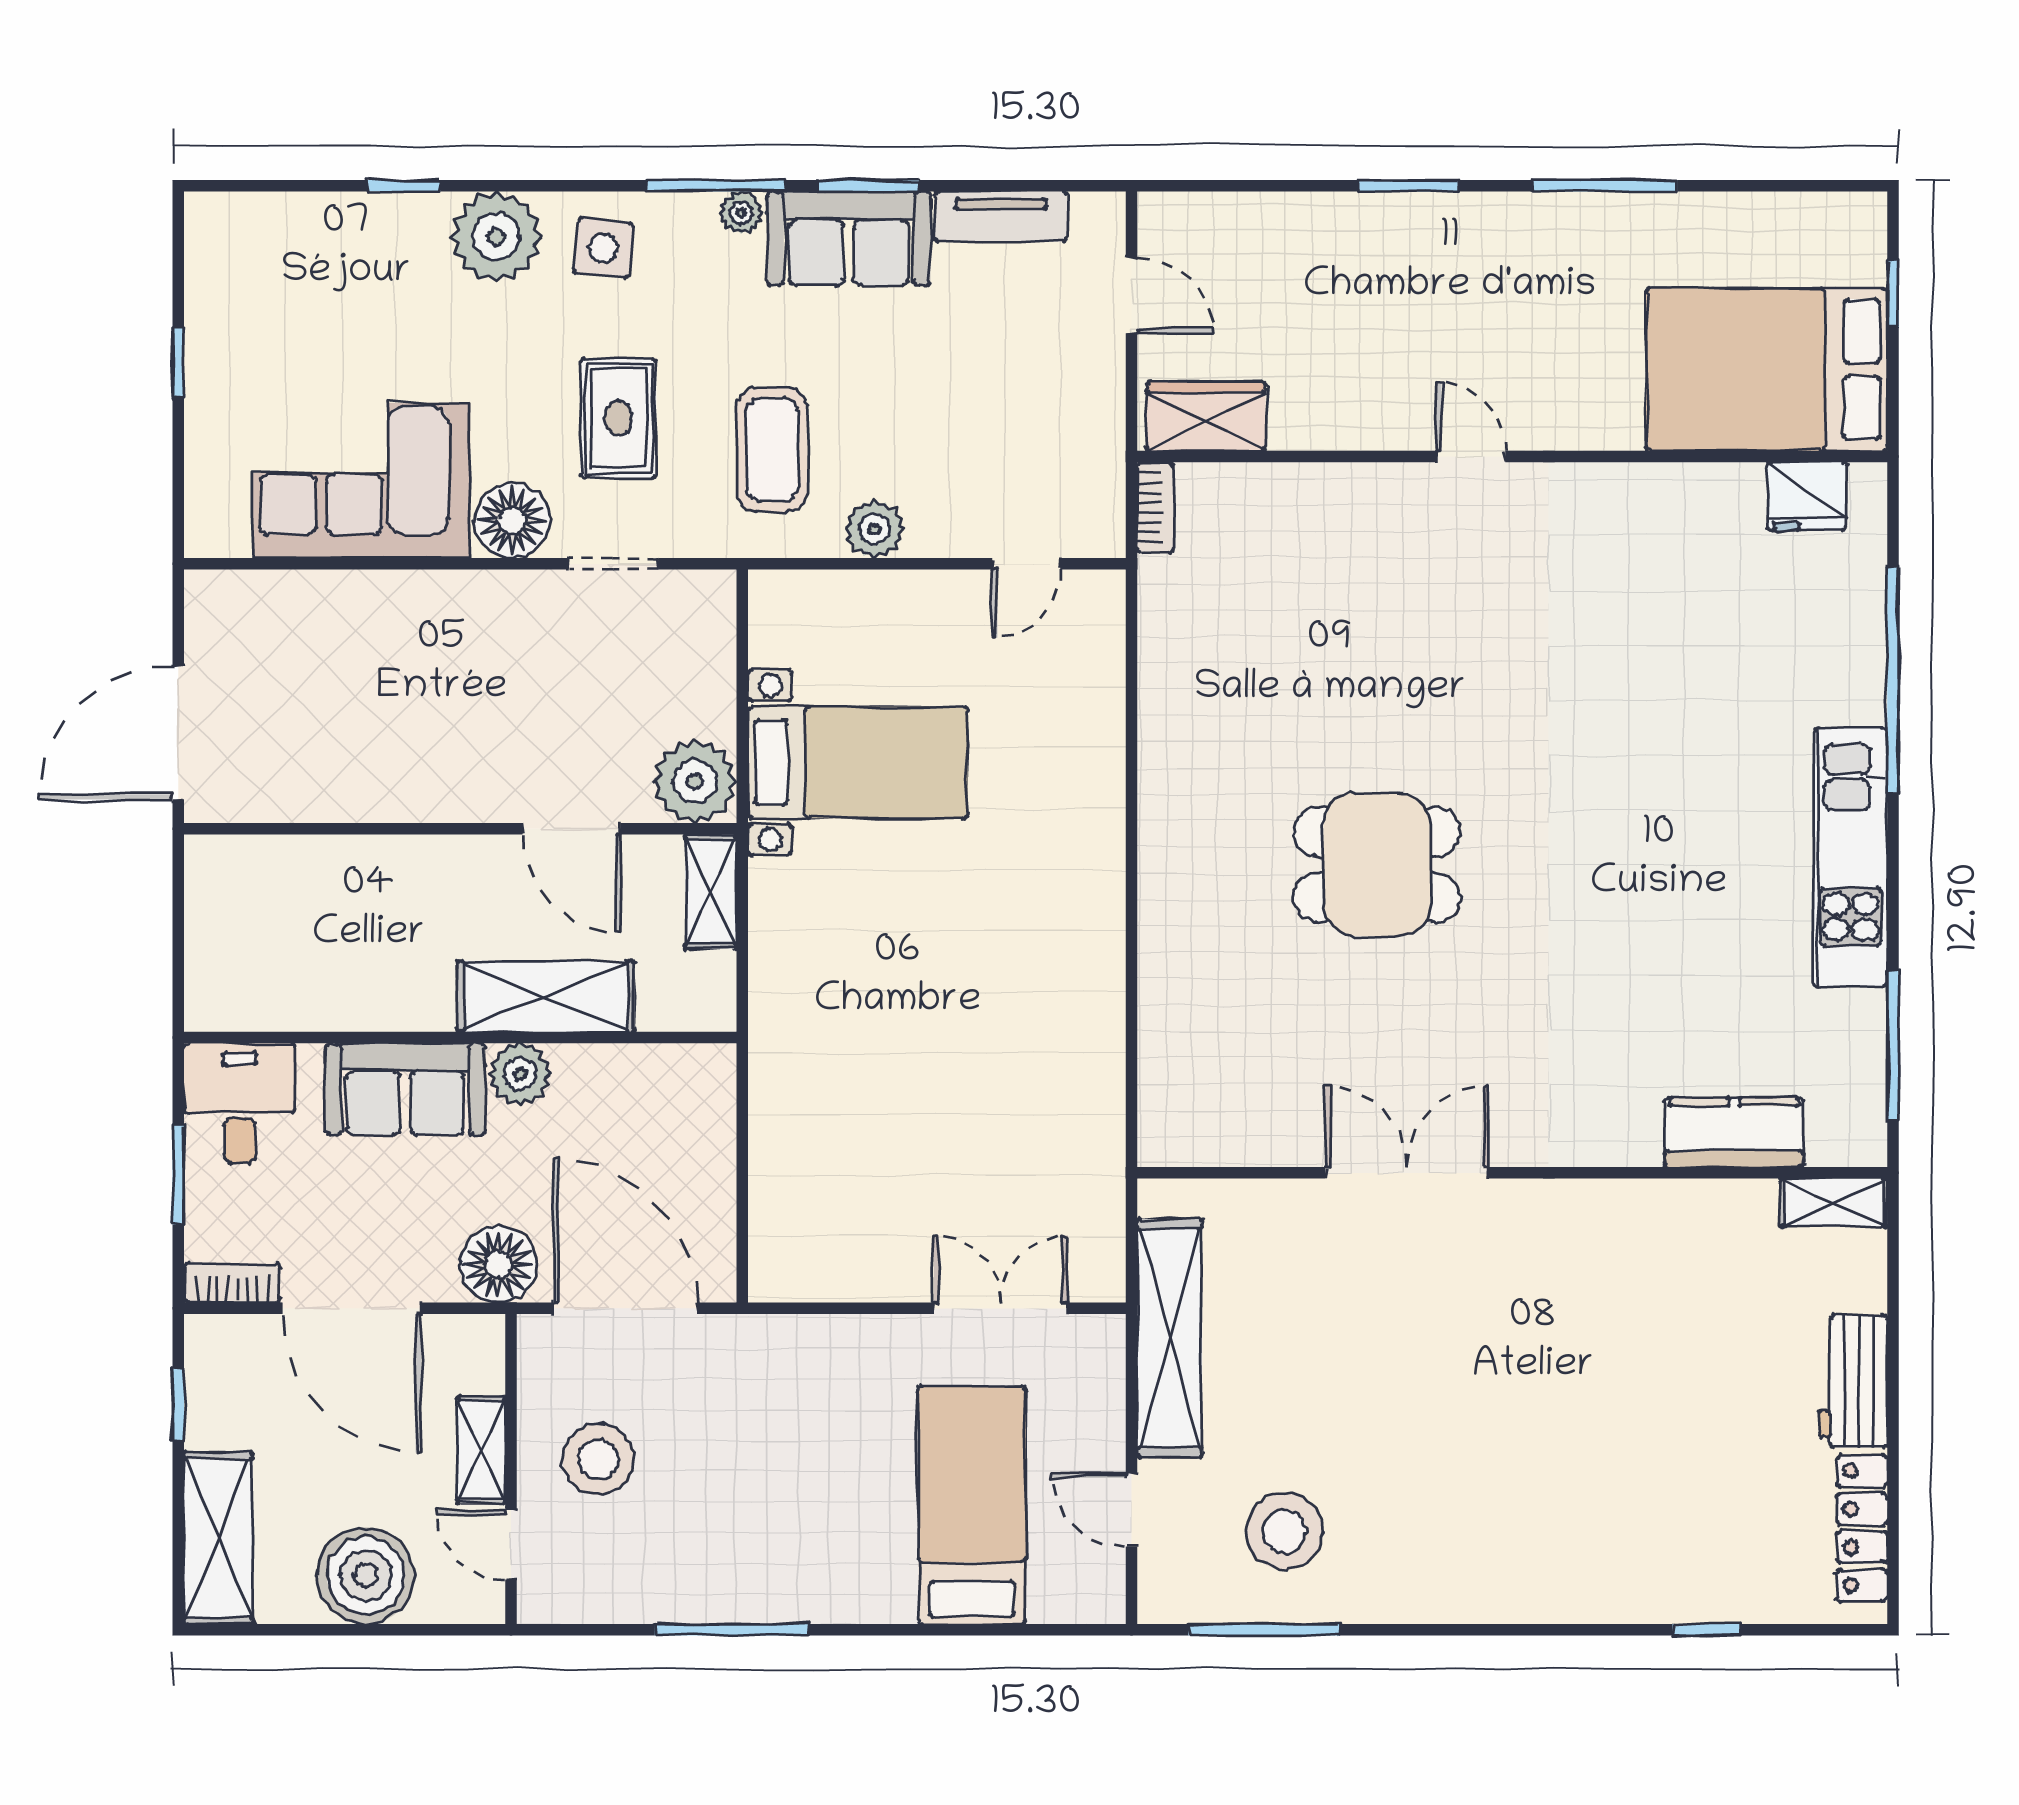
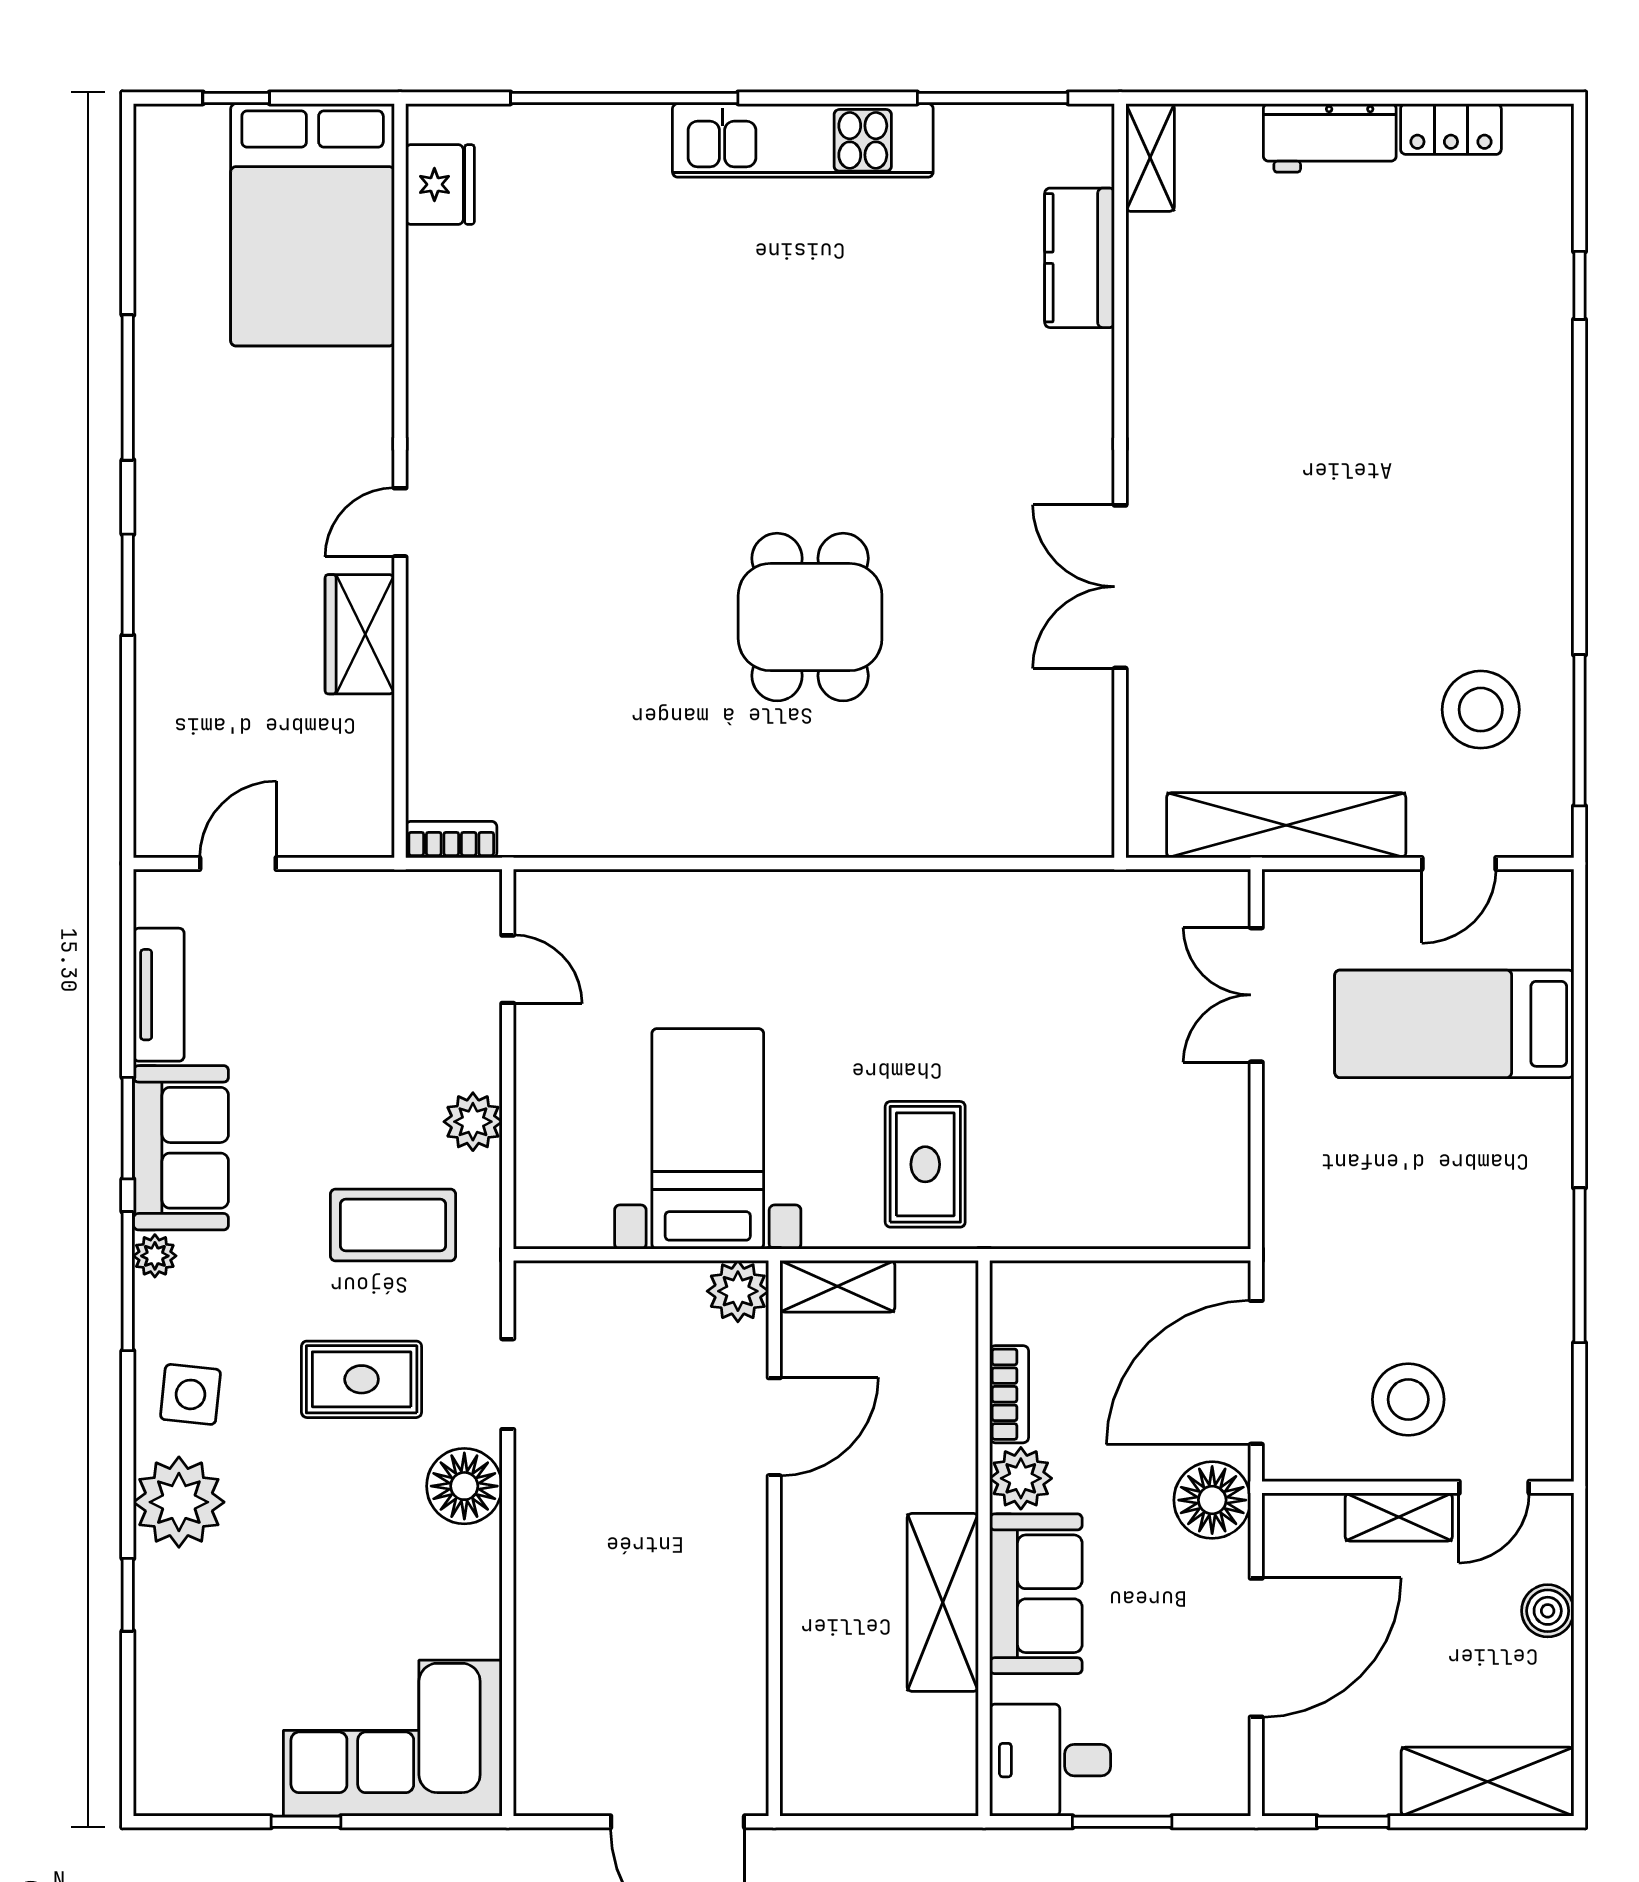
wardrobe: (1206, 416) -> (360, 634), moved
corner sofa: (361, 480) -> (393, 1738), moved, turned 90
plant: (695, 781) -> (738, 1291), width x0.73, depth x0.73
rug: (832, 979) -> (925, 1164), added
shelving: (546, 996) -> (943, 1602), moved
bookcase: (232, 1283) -> (1009, 1394), moved, turned 180
locker: (1862, 1528) -> (1451, 129), width x0.66
boiler: (366, 1576) -> (1548, 1611), width x0.54, depth x0.54

